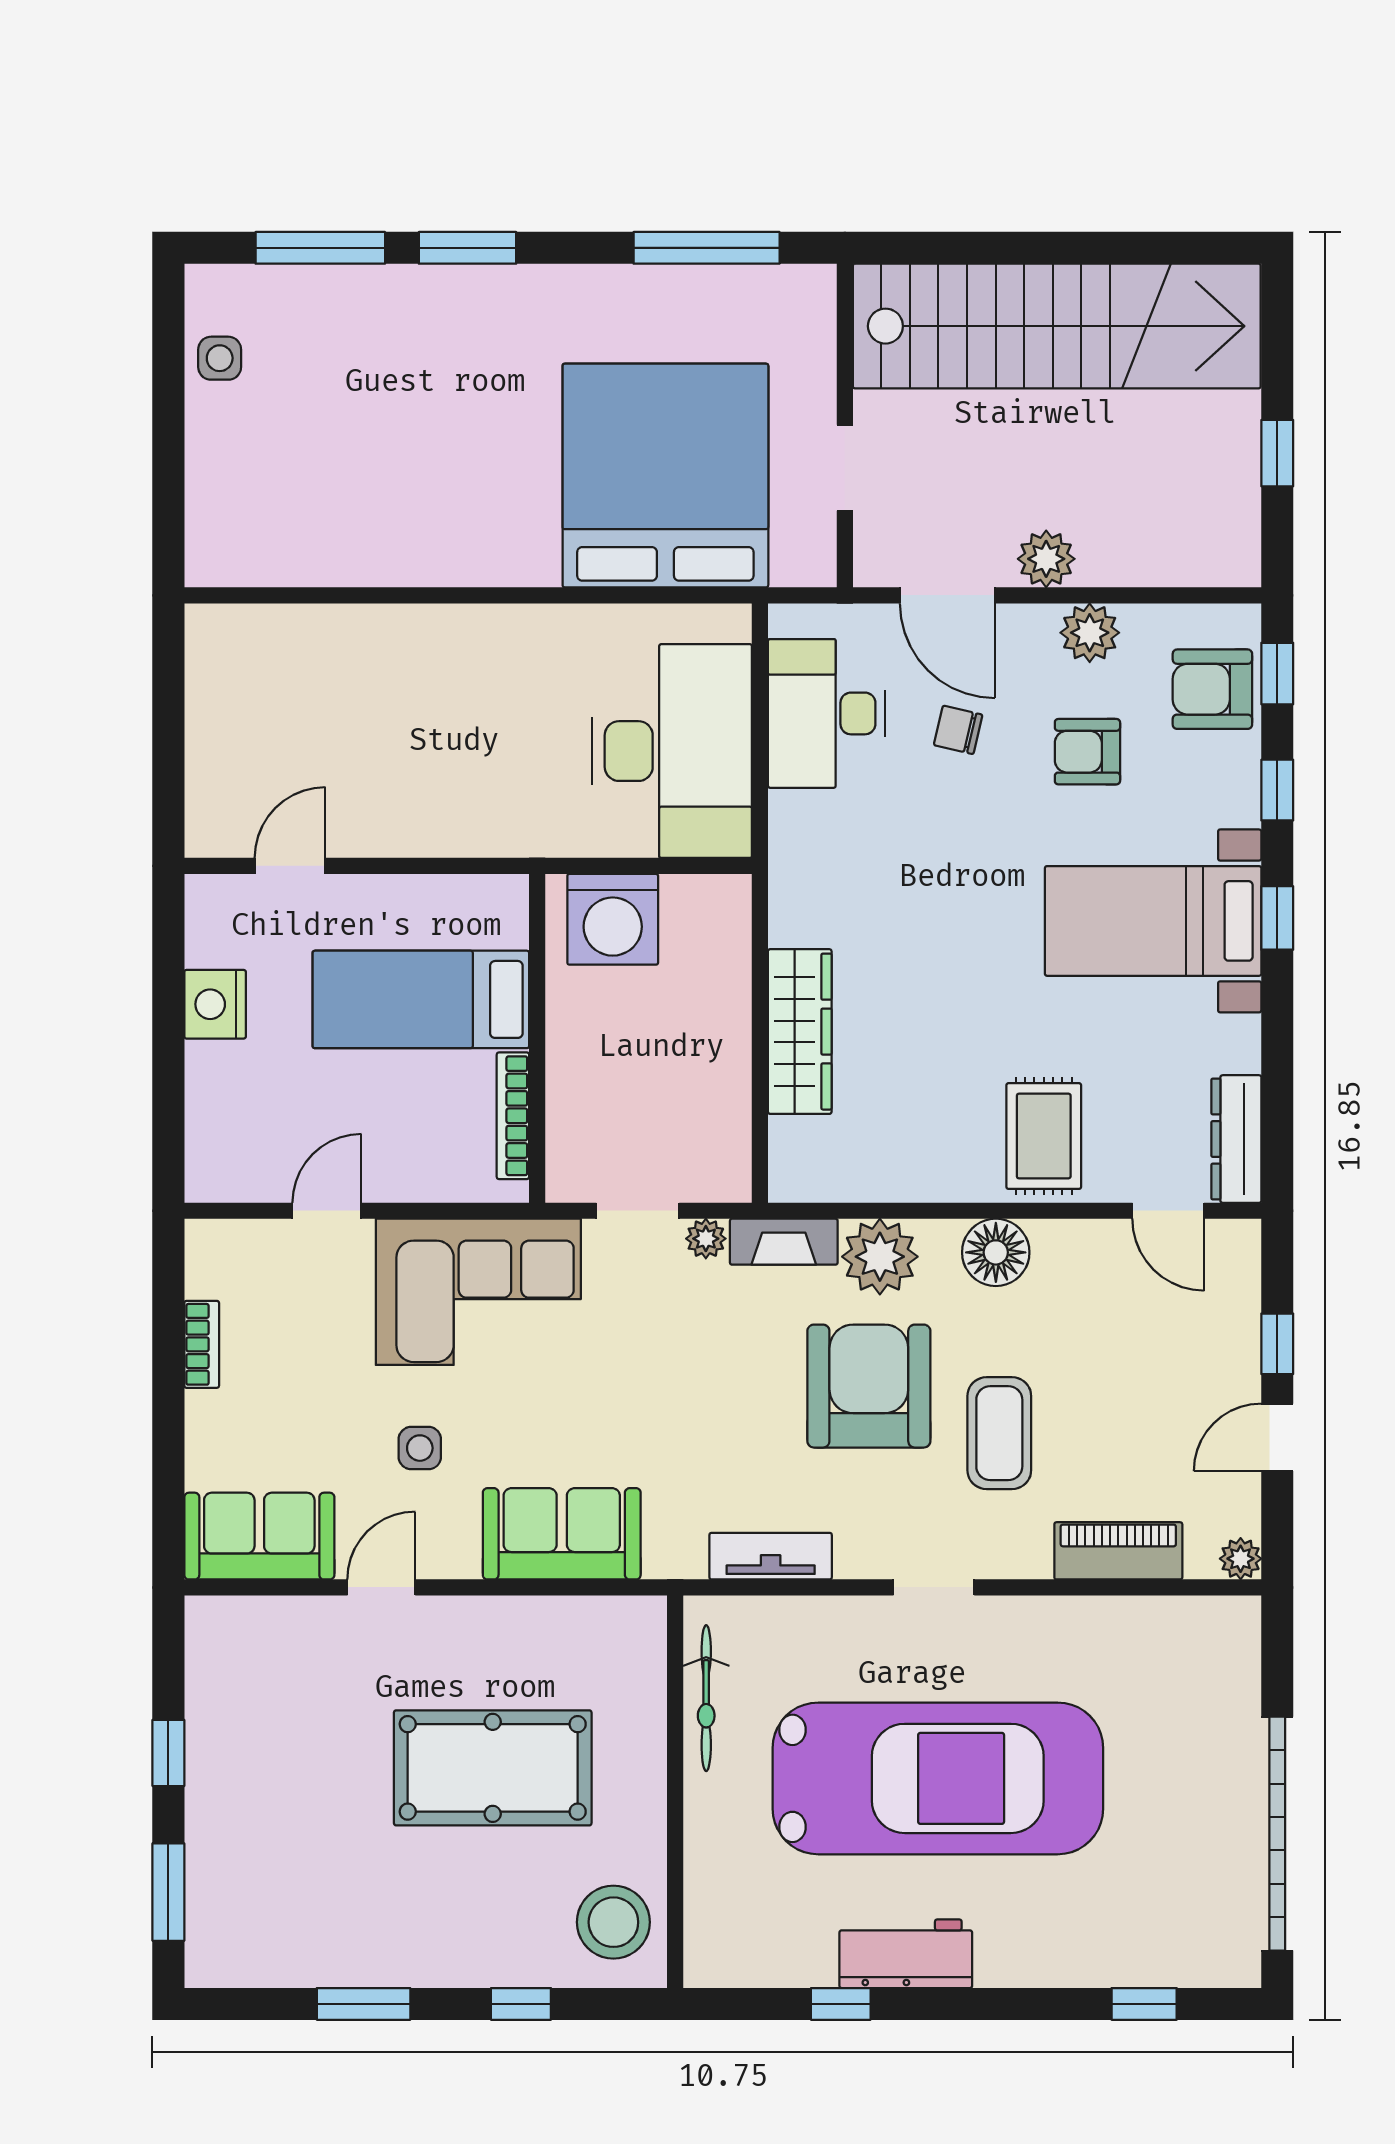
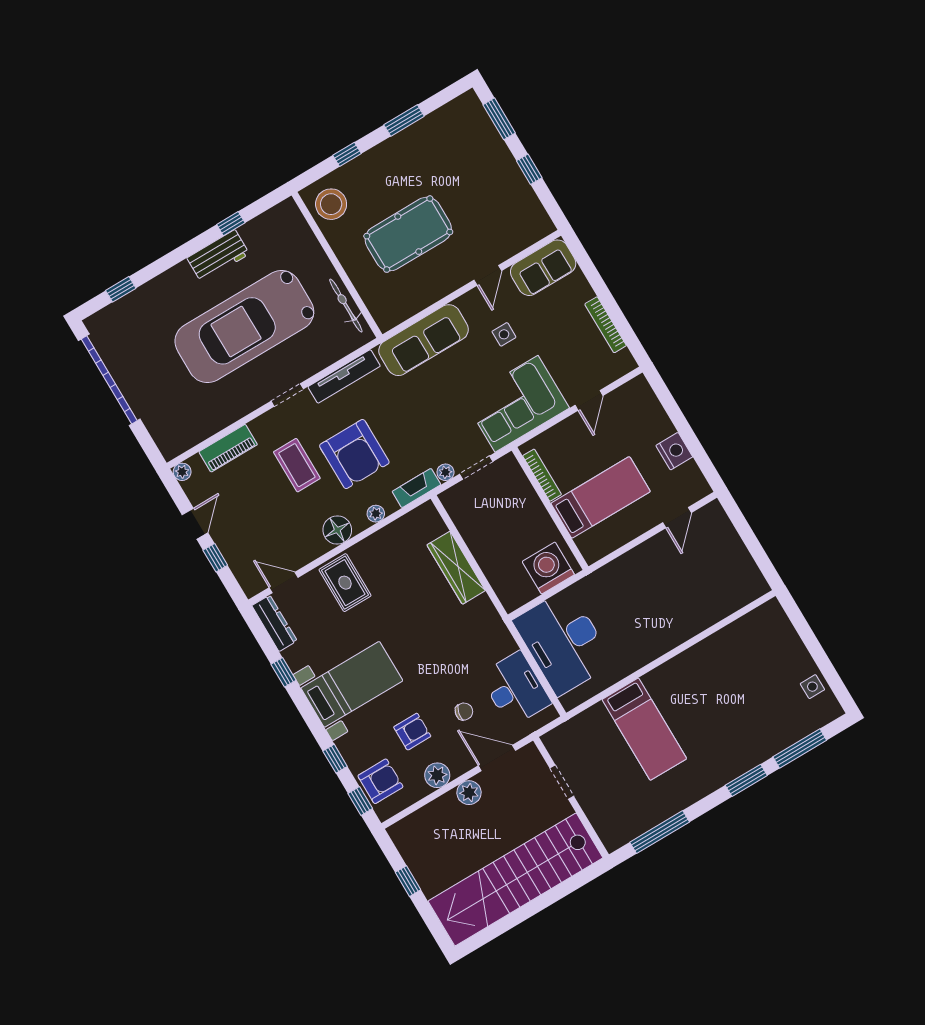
bed: (665, 476) -> (644, 729), width x0.49
window: (1277, 918) -> (284, 672), moved
plant: (880, 1257) -> (376, 514), width x0.53, depth x0.53
bookcase: (202, 1344) -> (606, 325), width x1.56
sofa: (562, 1534) -> (424, 340), width x1.36
tv unit: (771, 1556) -> (344, 376), width x1.41

